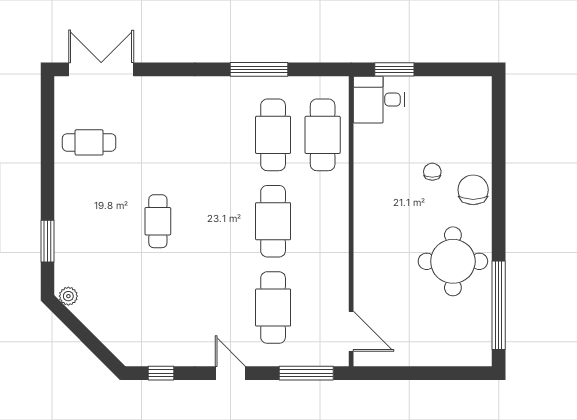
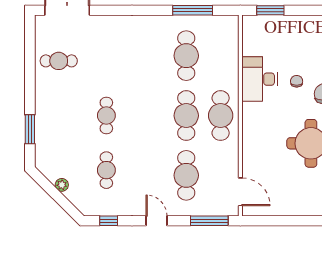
window: (259, 69) -> (193, 10), moved
desk: (379, 100) -> (260, 79), moved, width x1.37
cafe table: (323, 135) -> (221, 116), moved
plant: (68, 296) -> (62, 185), moved
cafe table: (158, 300) -> (106, 170), added

